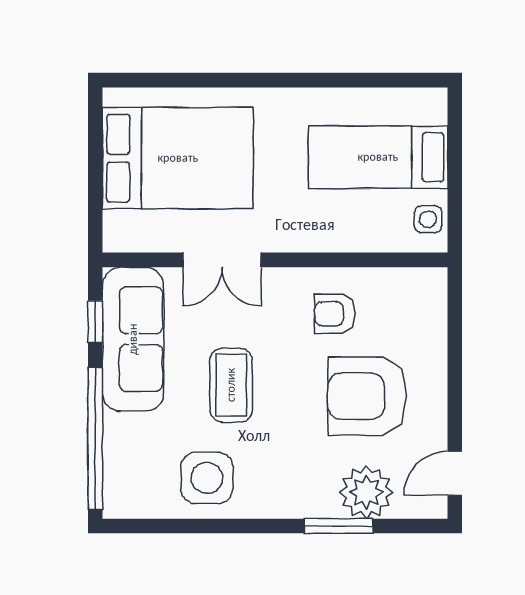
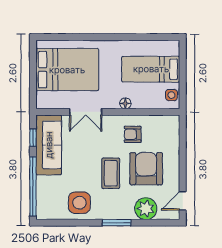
floor lamp: (317, 239) -> (125, 103), added
coffee table: (231, 385) -> (111, 173), moved
armchair: (367, 396) -> (146, 169), turned 90
window: (338, 526) -> (117, 223), moved

